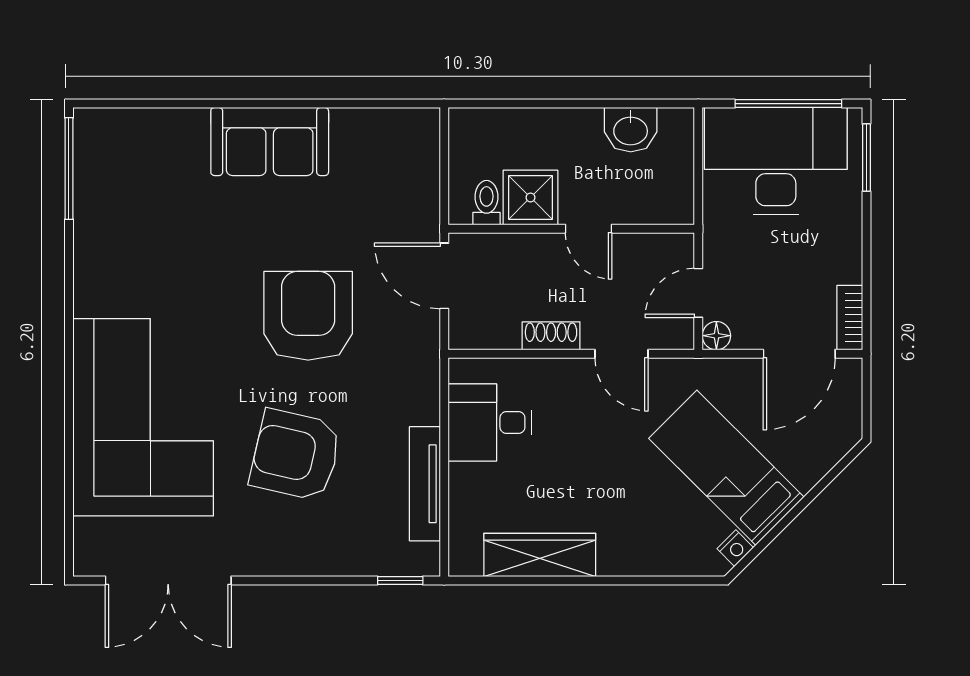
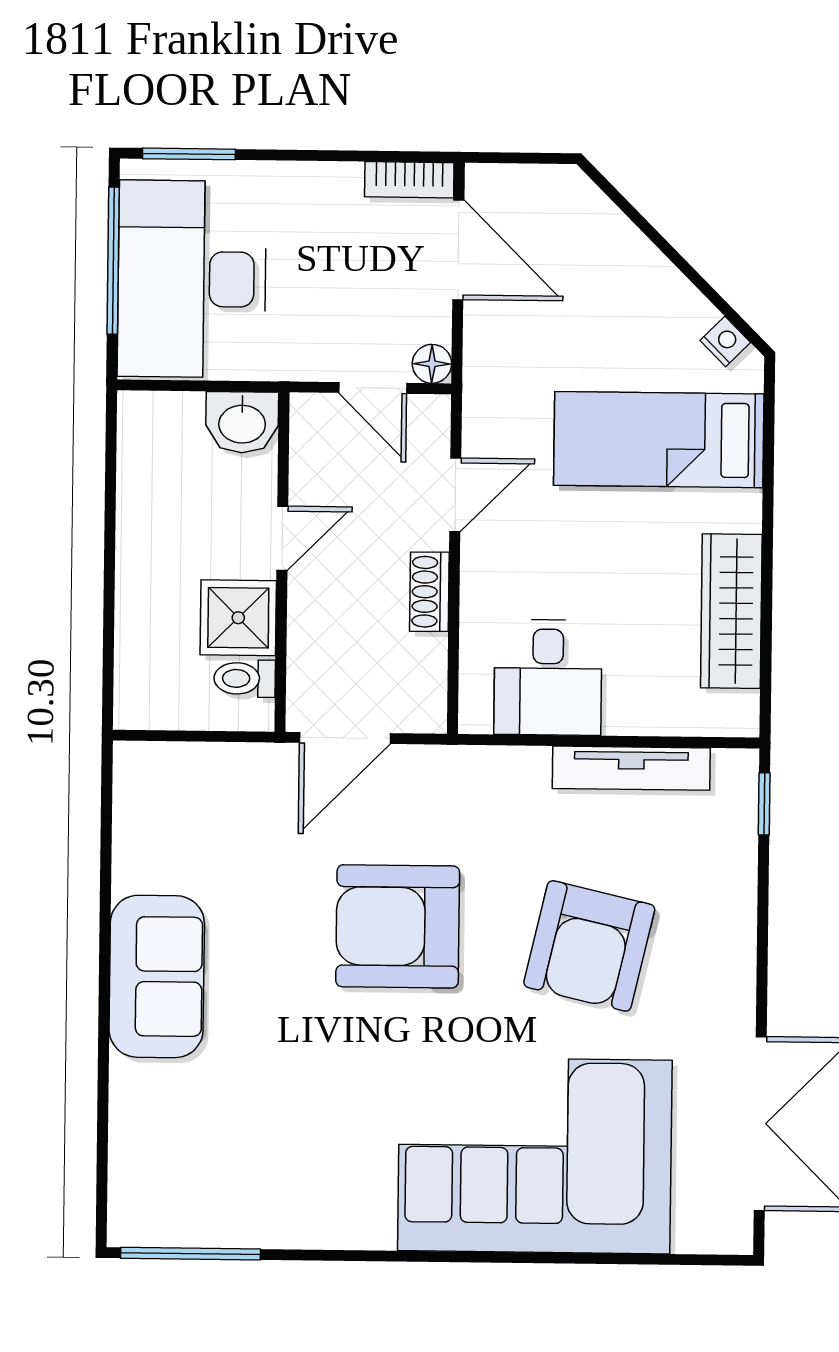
washbasin: (631, 130) -> (242, 422), moved, turned 90
bed: (726, 468) -> (659, 440), moved, turned 45

